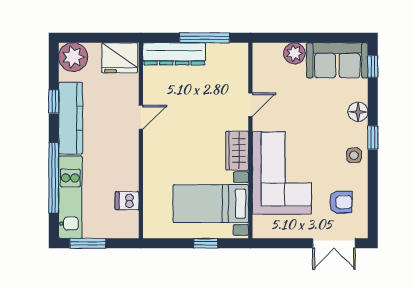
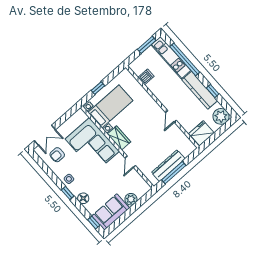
dresser: (174, 54) -> (168, 166), moved
double door: (334, 243) -> (45, 135), swing flipped

